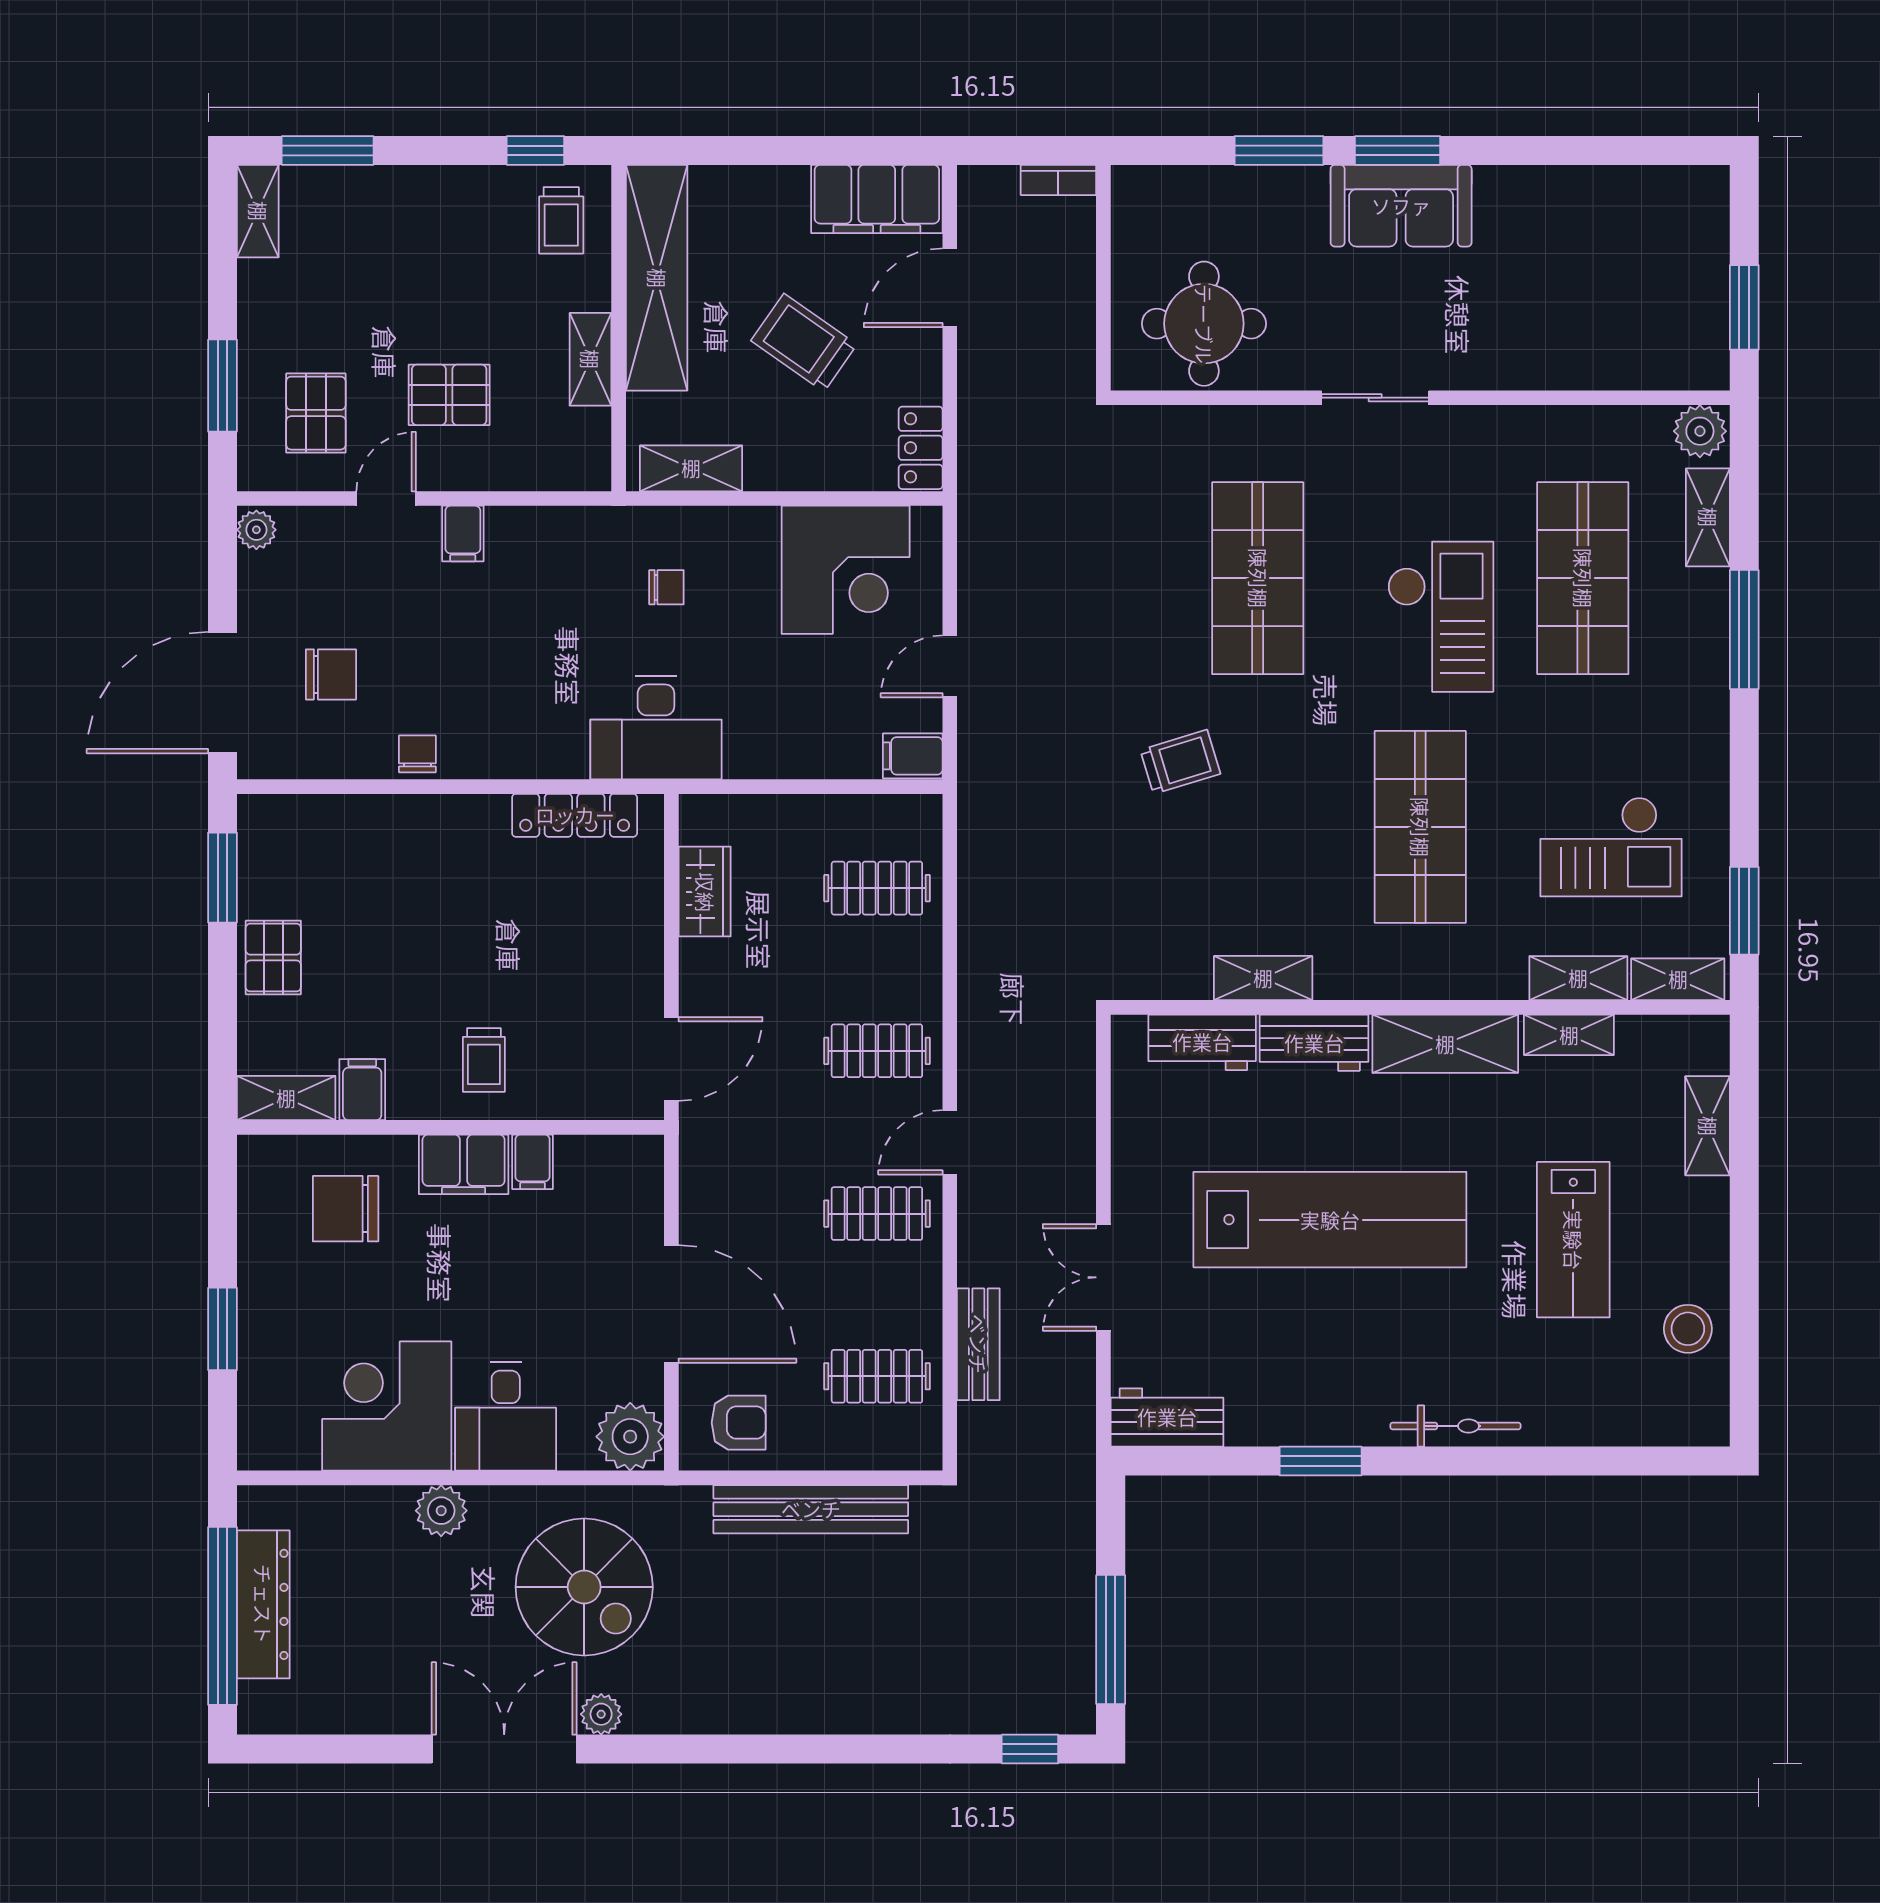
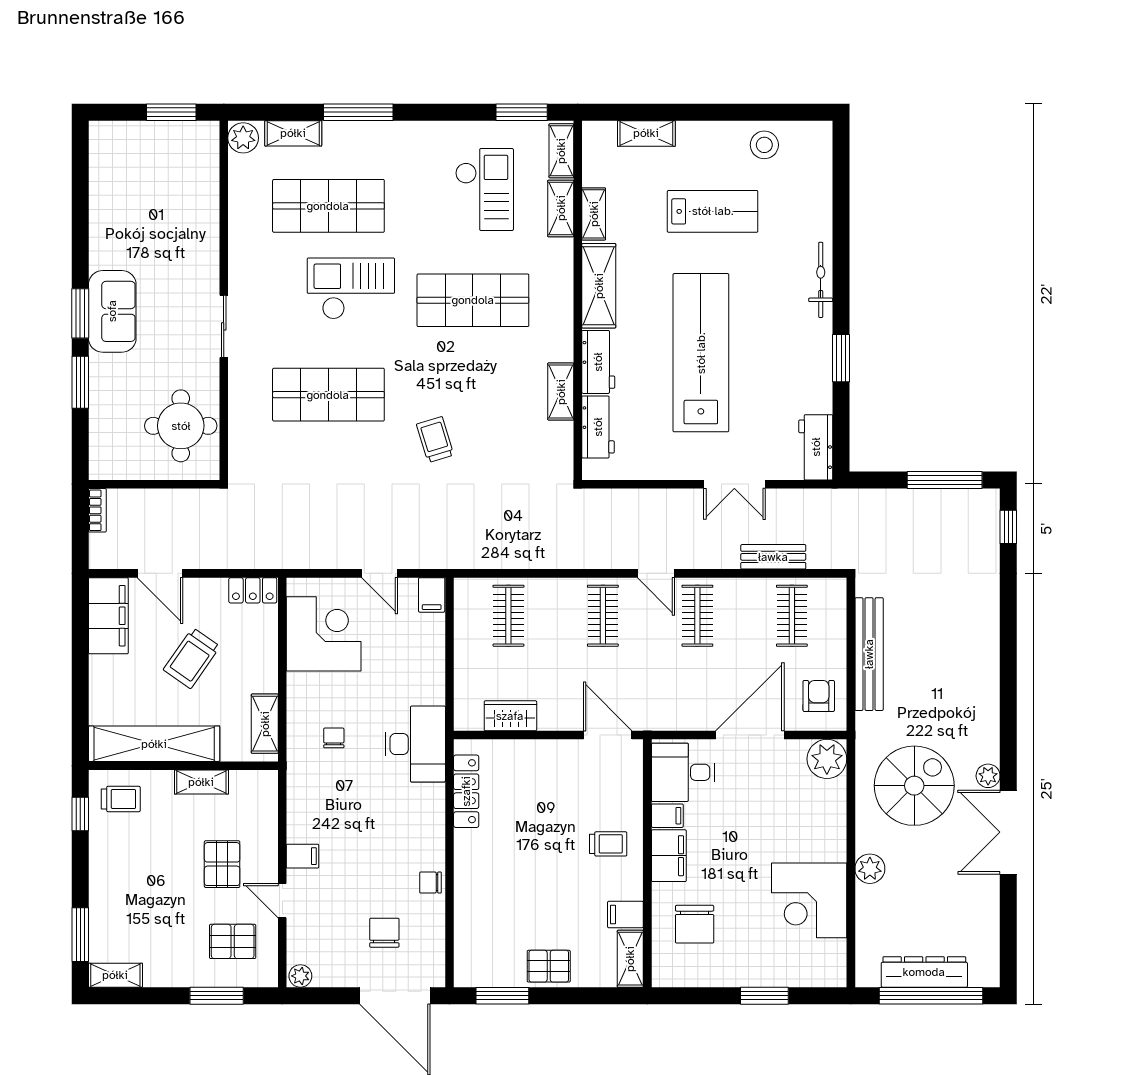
desk: (506, 1416) -> (683, 772), moved, turned 180

